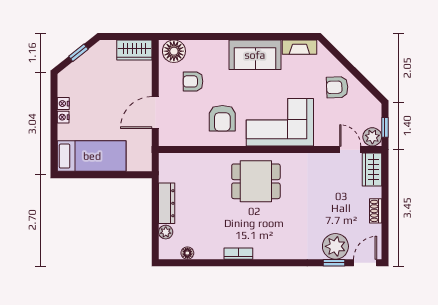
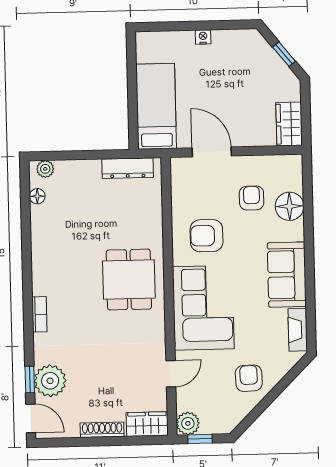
floor lamp: (174, 51) -> (290, 206), moved
nightstand: (63, 104) -> (220, 37), removed
door: (350, 150) -> (171, 374), moved
bed: (92, 156) -> (156, 106), moved, turned 180
dresser: (167, 203) -> (128, 168), moved
shoe rack: (376, 211) -> (102, 430), width x1.43
plant: (166, 232) -> (45, 169), moved
bookcase: (238, 254) -> (39, 314), moved

